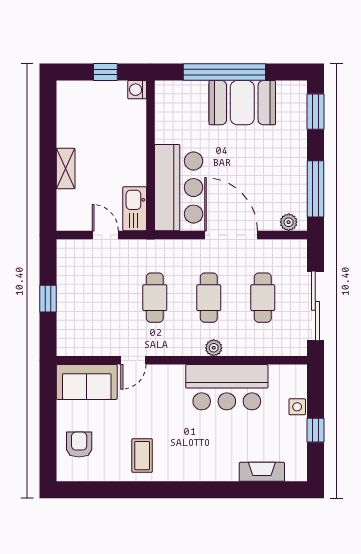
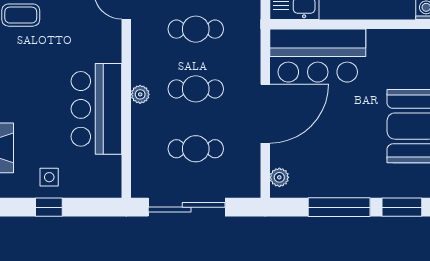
window: (315, 189) -> (339, 207), moved
side table: (297, 407) -> (49, 177), moved

